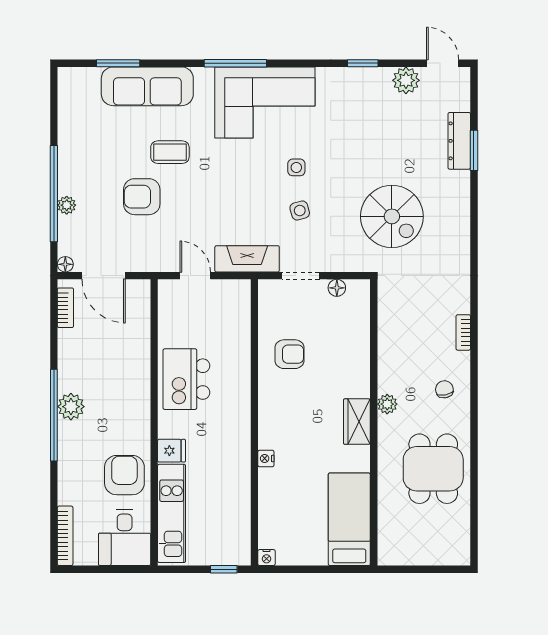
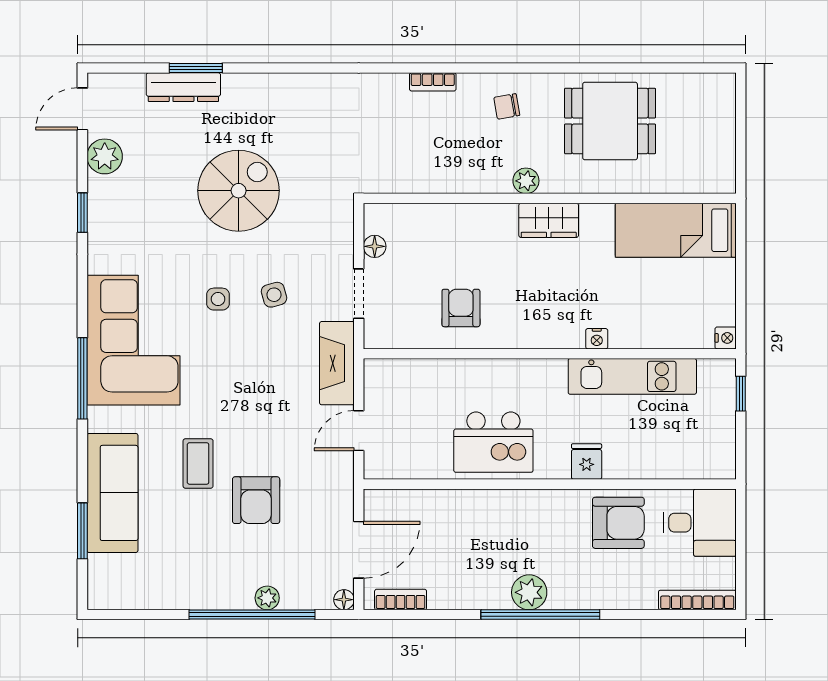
spiral stairs: (392, 216) -> (239, 191), moved
armchair: (124, 475) -> (618, 523), turned 180
kitchen unit: (172, 513) -> (632, 376), moved, turned 180

